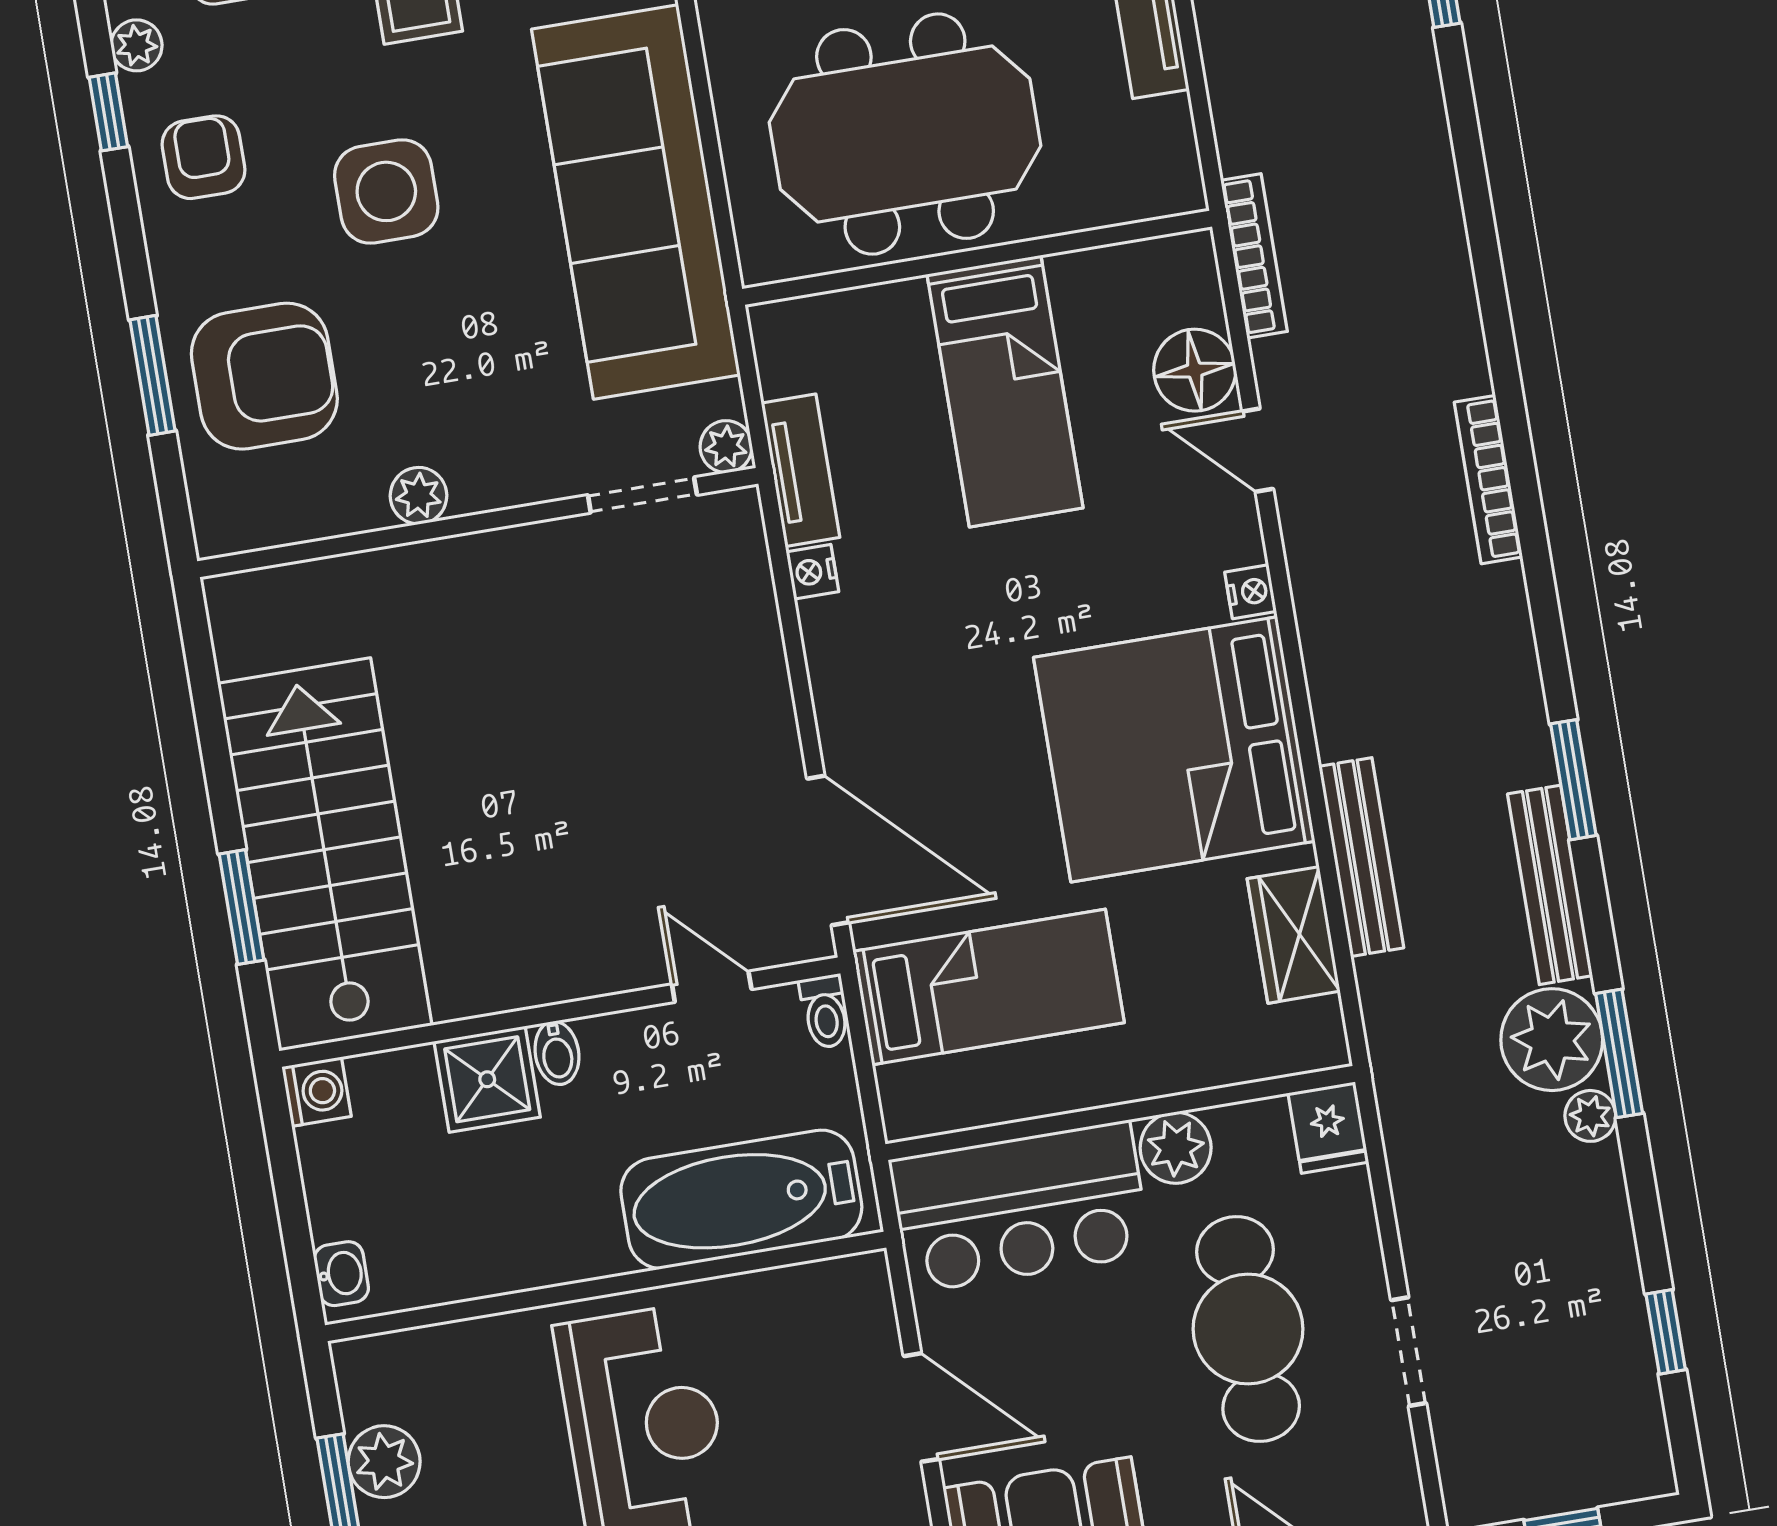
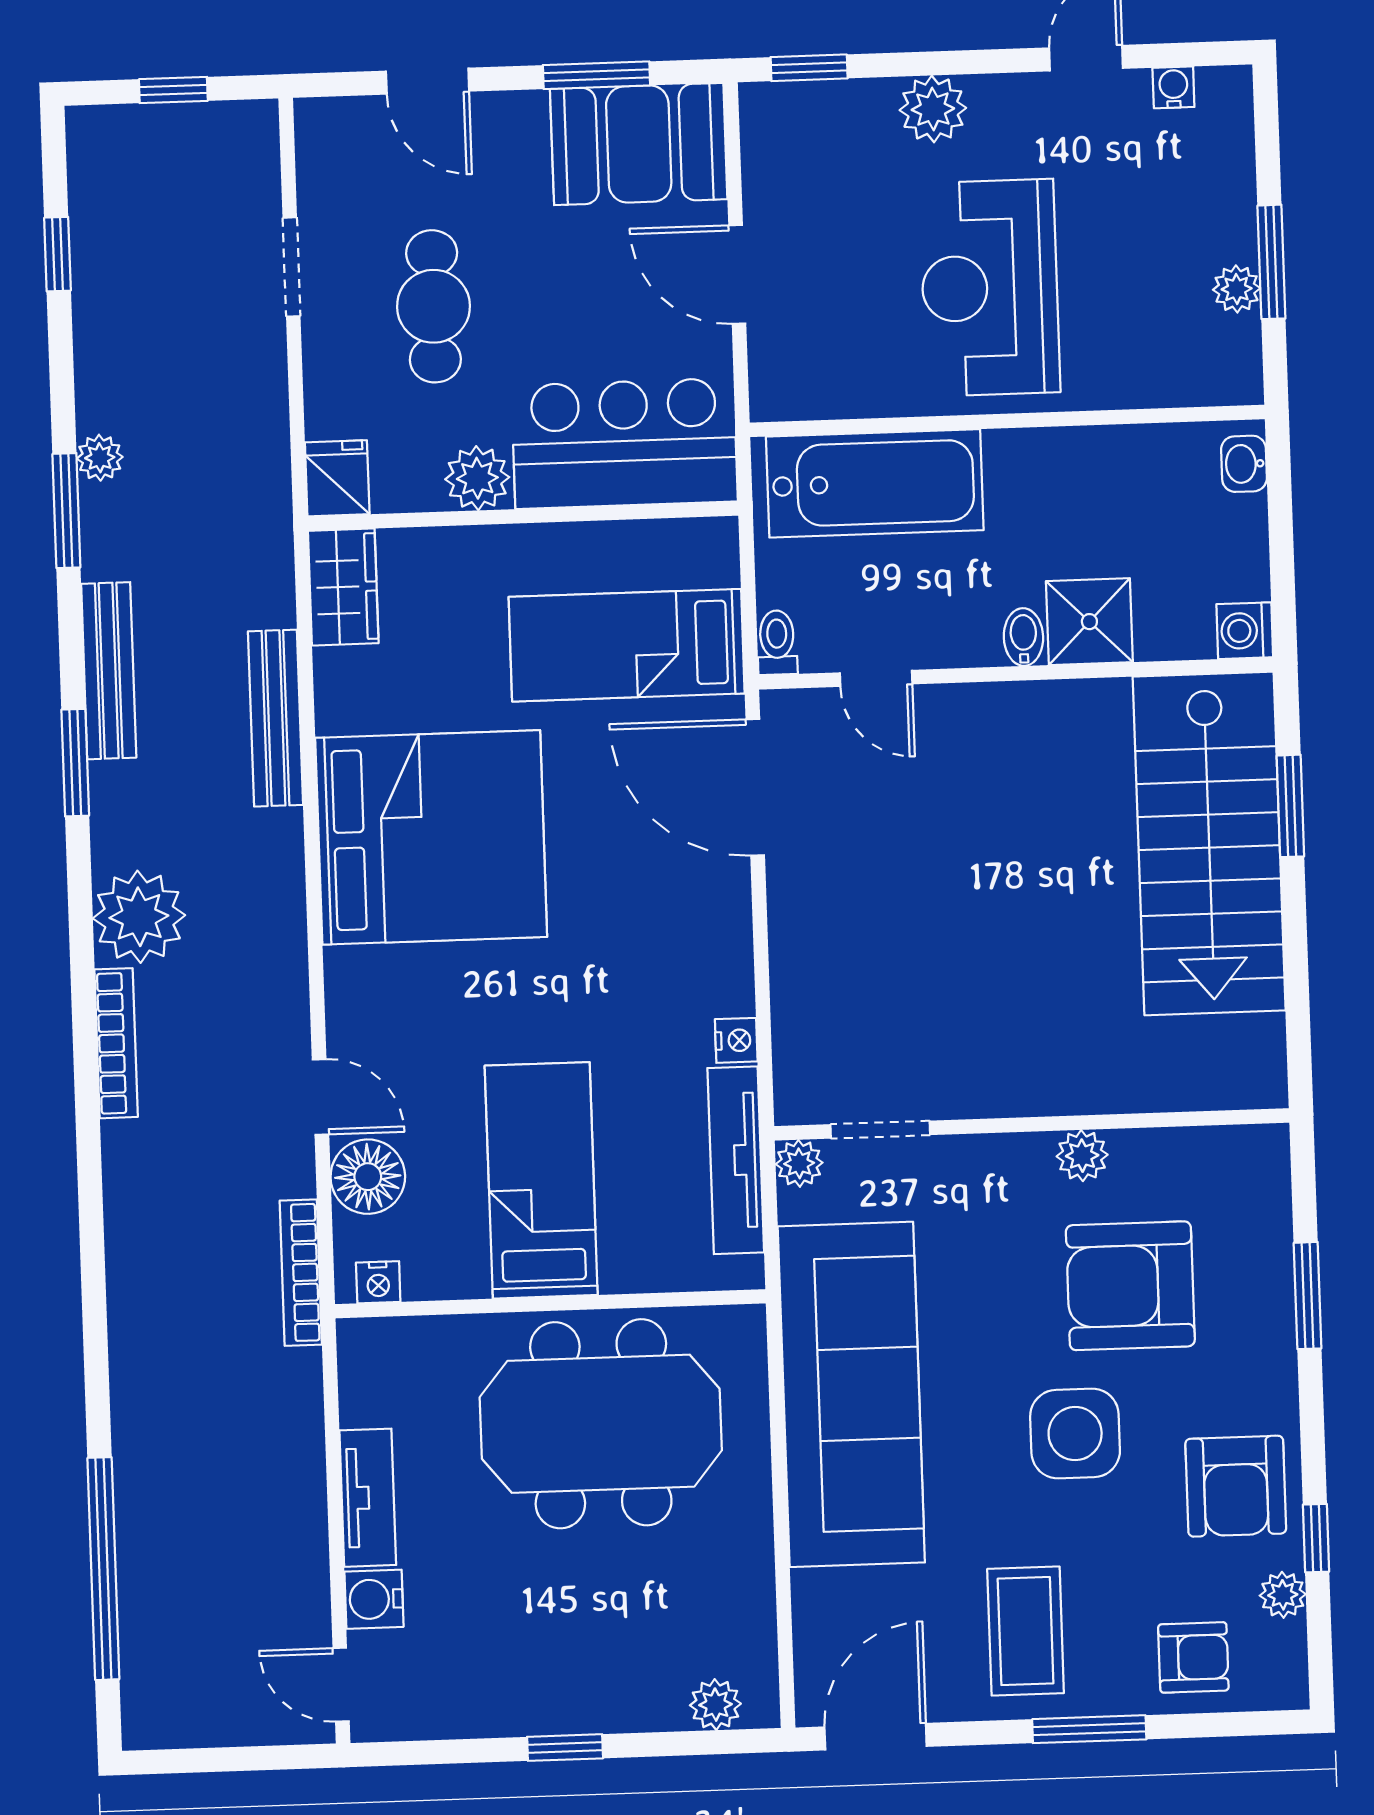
armchair: (203, 157) -> (1236, 1486), width x1.38, depth x1.38
armchair: (264, 376) -> (1130, 1286), moved
tv unit: (801, 470) -> (736, 1160), width x1.41
nightstand: (1251, 592) -> (378, 1282), moved, turned -90
wardrobe: (1294, 935) -> (343, 587), moved
plant: (1552, 1040) -> (139, 917), moved
cafe table: (1248, 1329) -> (433, 306), width x0.73, depth x0.74
plant: (384, 1462) -> (1237, 289), width x0.73, depth x0.73

